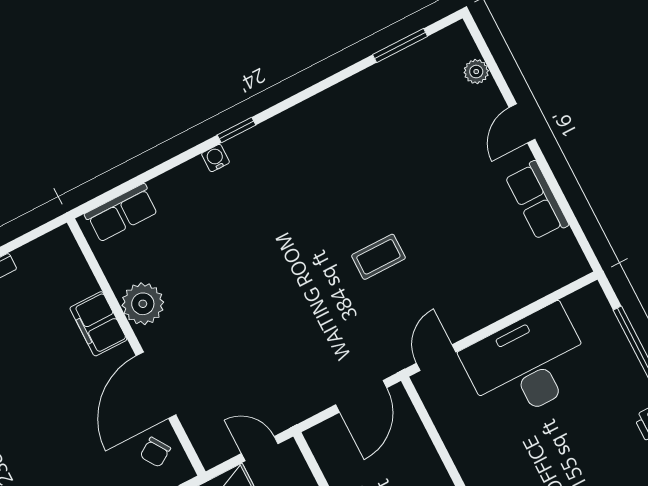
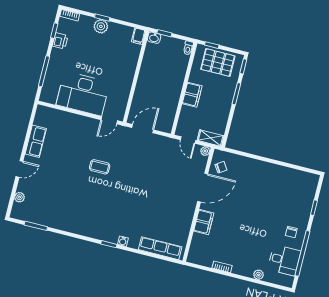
row of seats: (122, 213) -> (160, 248), width x1.48
plant: (143, 304) -> (205, 151), moved, width x0.53, depth x0.53

